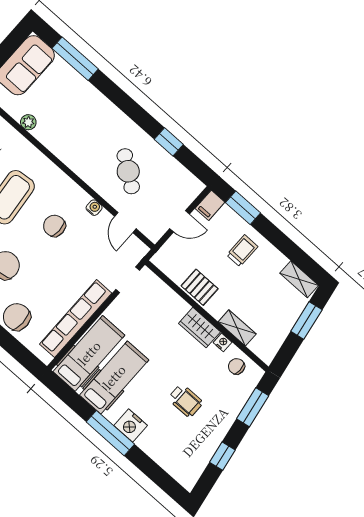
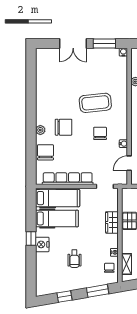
wardrobe: (200, 328) -> (112, 222), moved
shelving: (237, 328) -> (126, 264), moved
window: (110, 433) -> (31, 238), width x0.46

